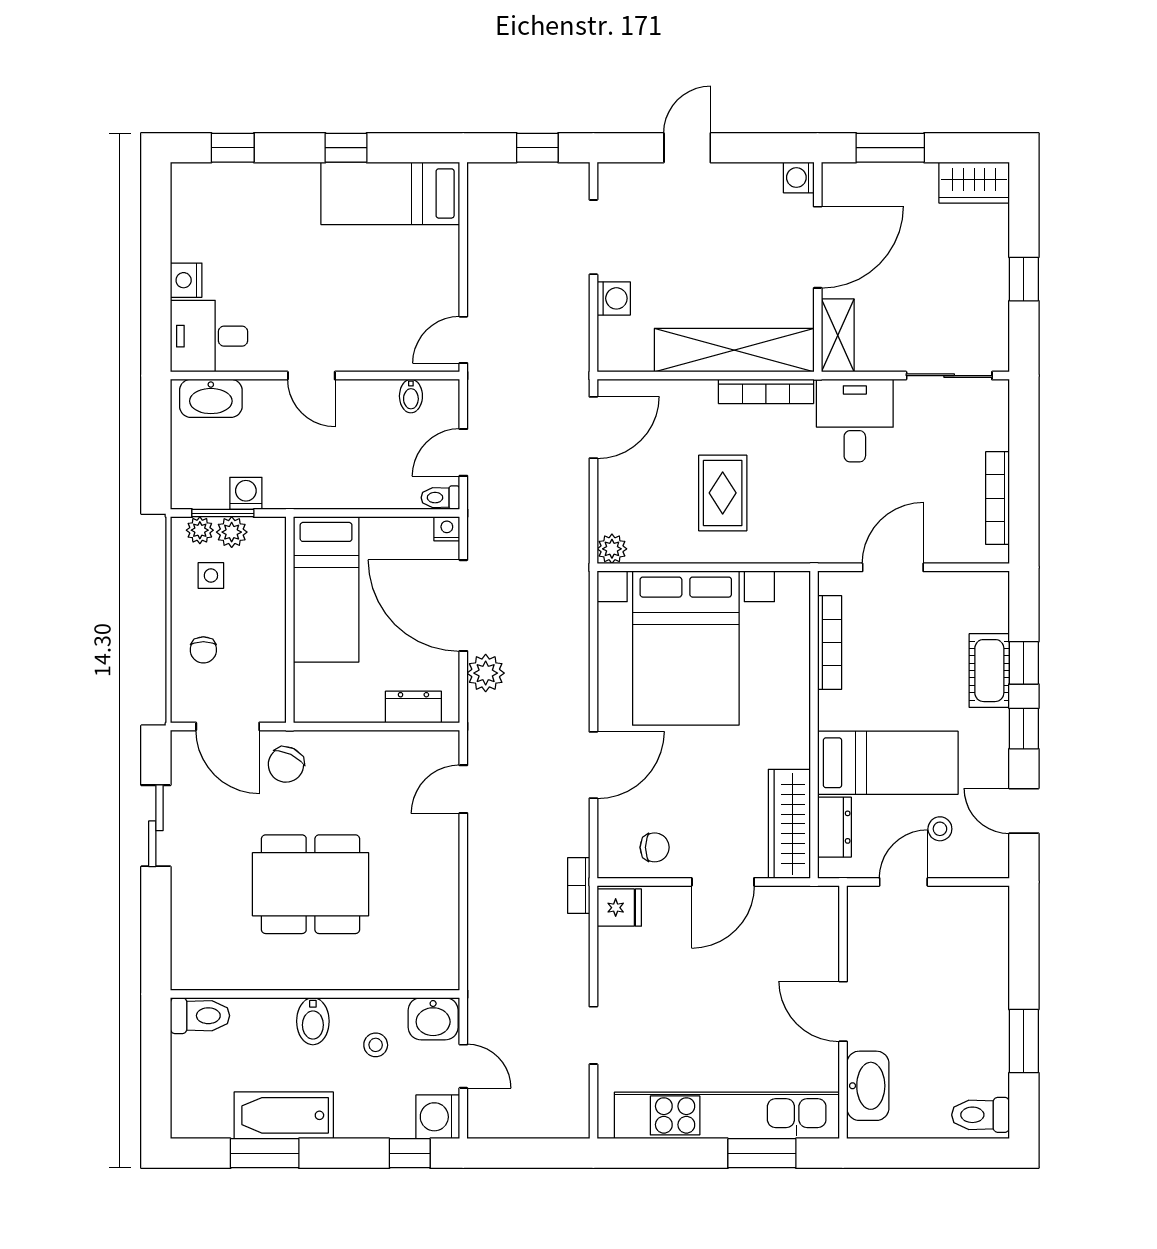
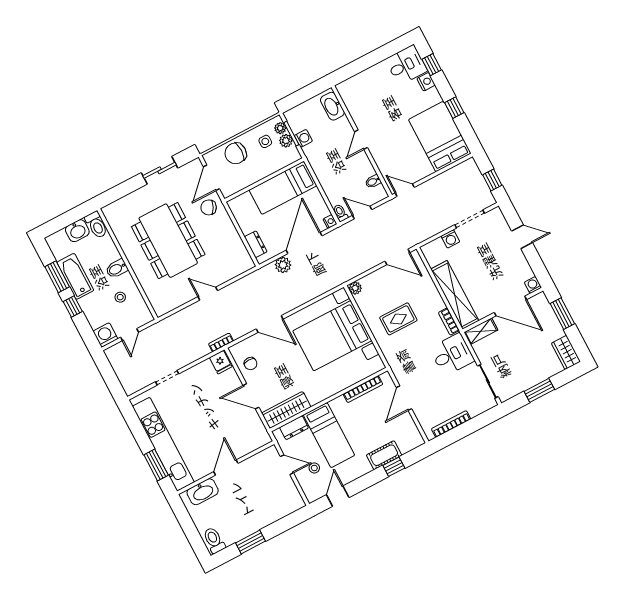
bed: (390, 193) -> (440, 136), width x1.50
window: (1024, 279) -> (539, 390), width x1.50
nightstand: (186, 280) -> (426, 82), moved, turned 90
desk: (209, 336) -> (406, 65), moved, turned 90
bookcase: (766, 391) -> (449, 322), width x0.64
door: (893, 567) -> (404, 398), swing flipped
chair: (203, 650) -> (236, 153), width x1.87, depth x1.87
window: (1024, 729) -> (369, 480), removed
door: (463, 789) -> (208, 294), moved
dining table: (311, 884) -> (168, 241), width x1.36, depth x1.24
washbasin: (433, 1019) -> (77, 231), moved, turned -90
window: (410, 1153) -> (73, 306), moved

